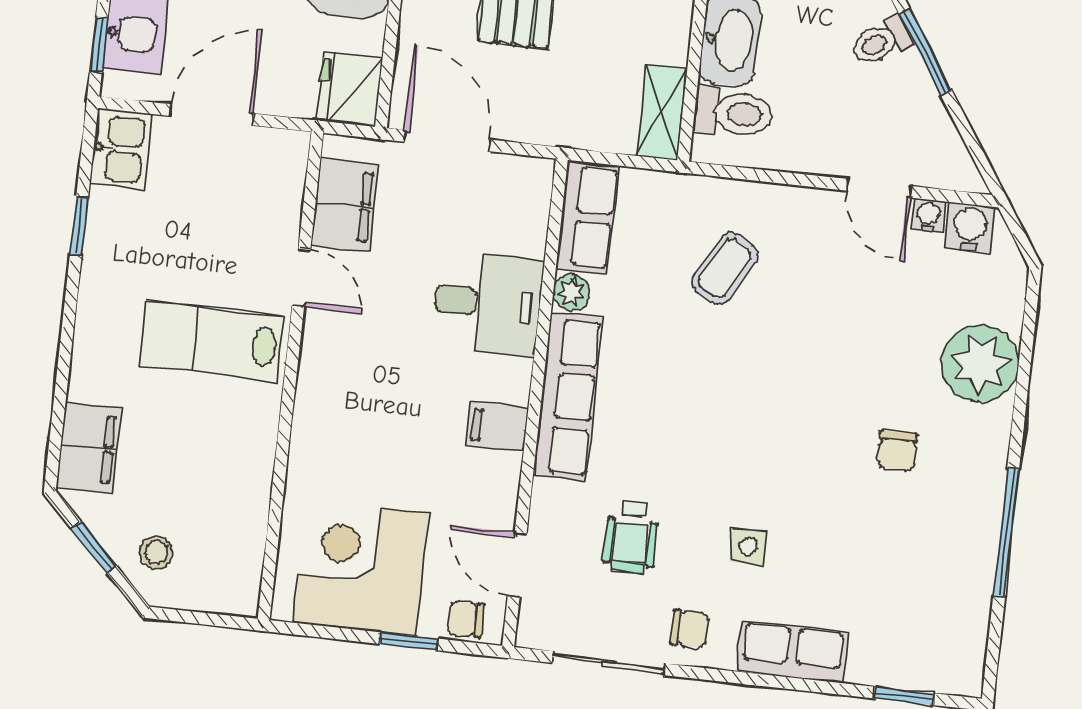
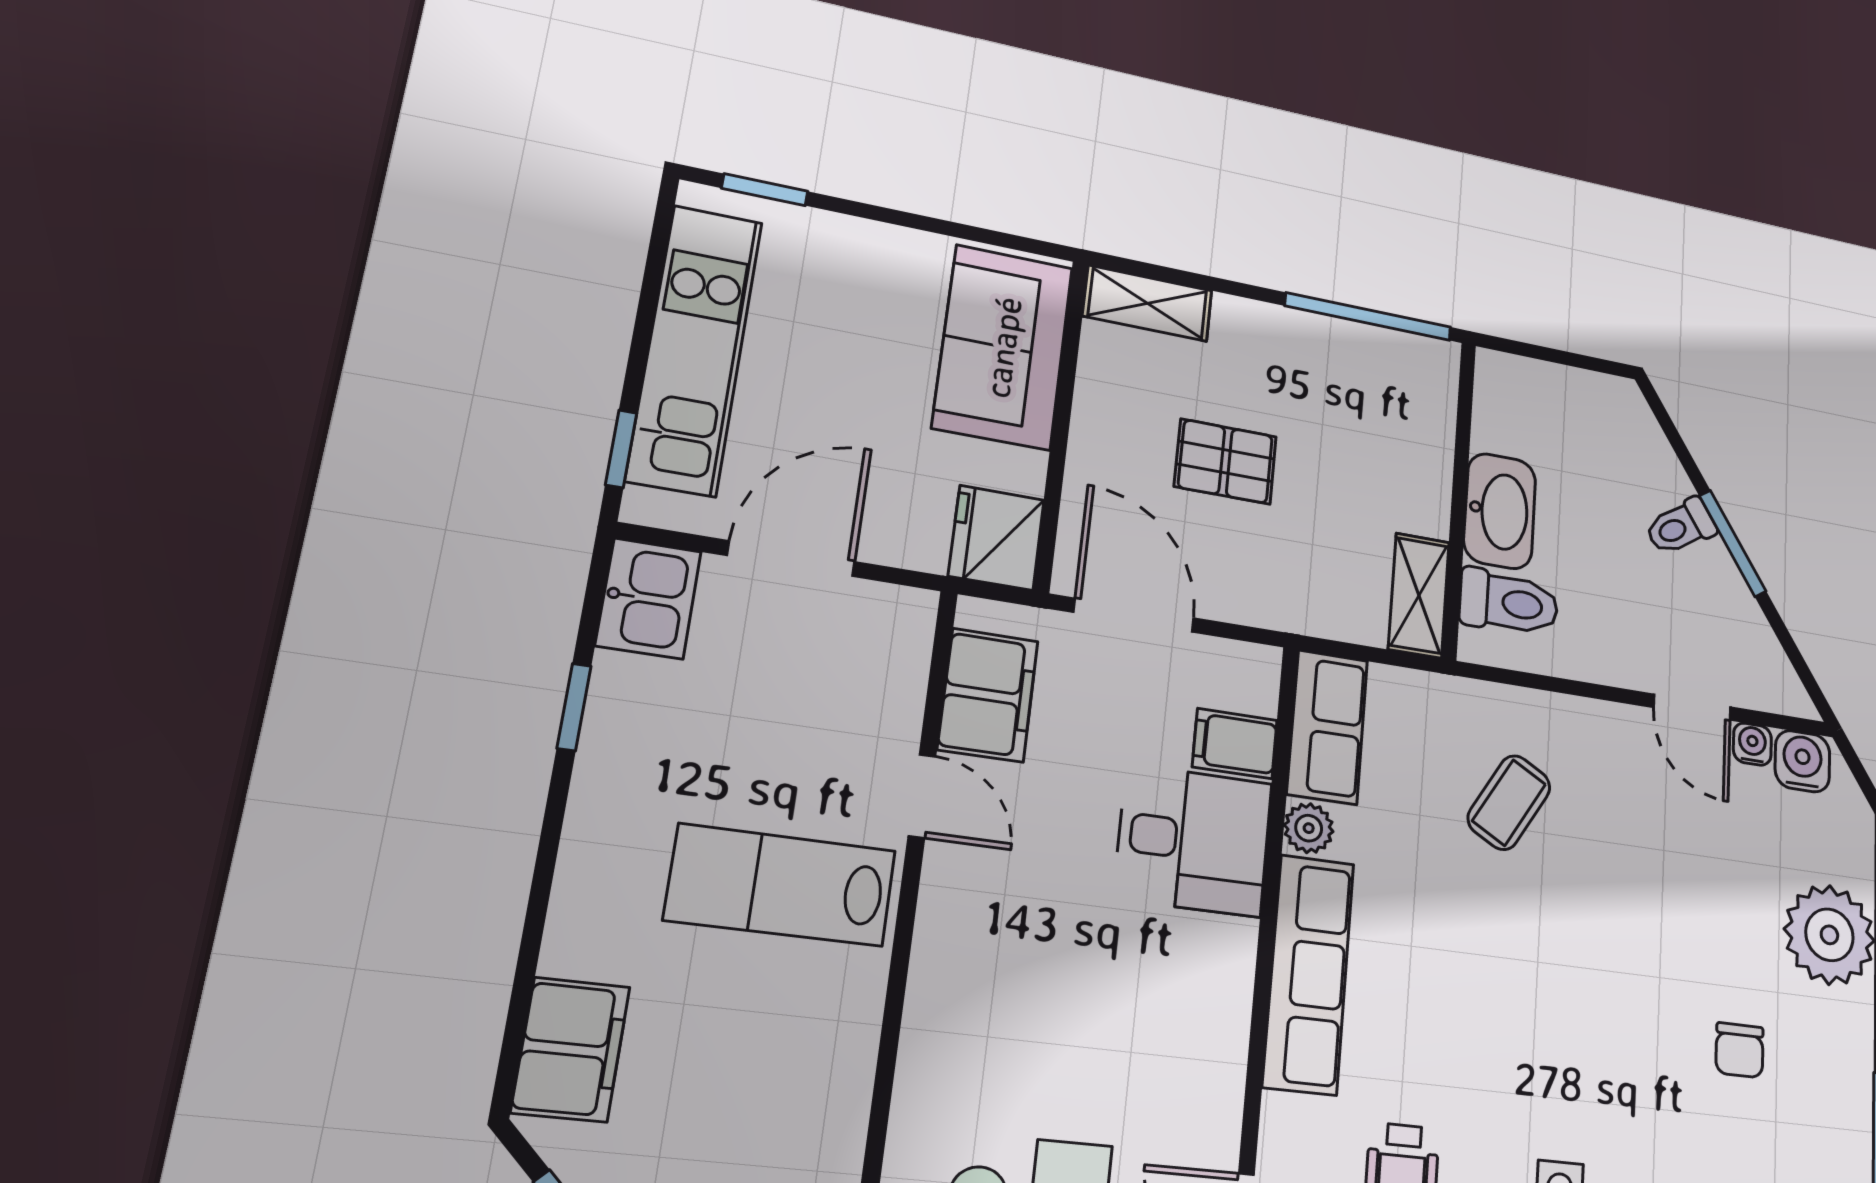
filing cabinet: (497, 426) -> (1235, 743), moved

